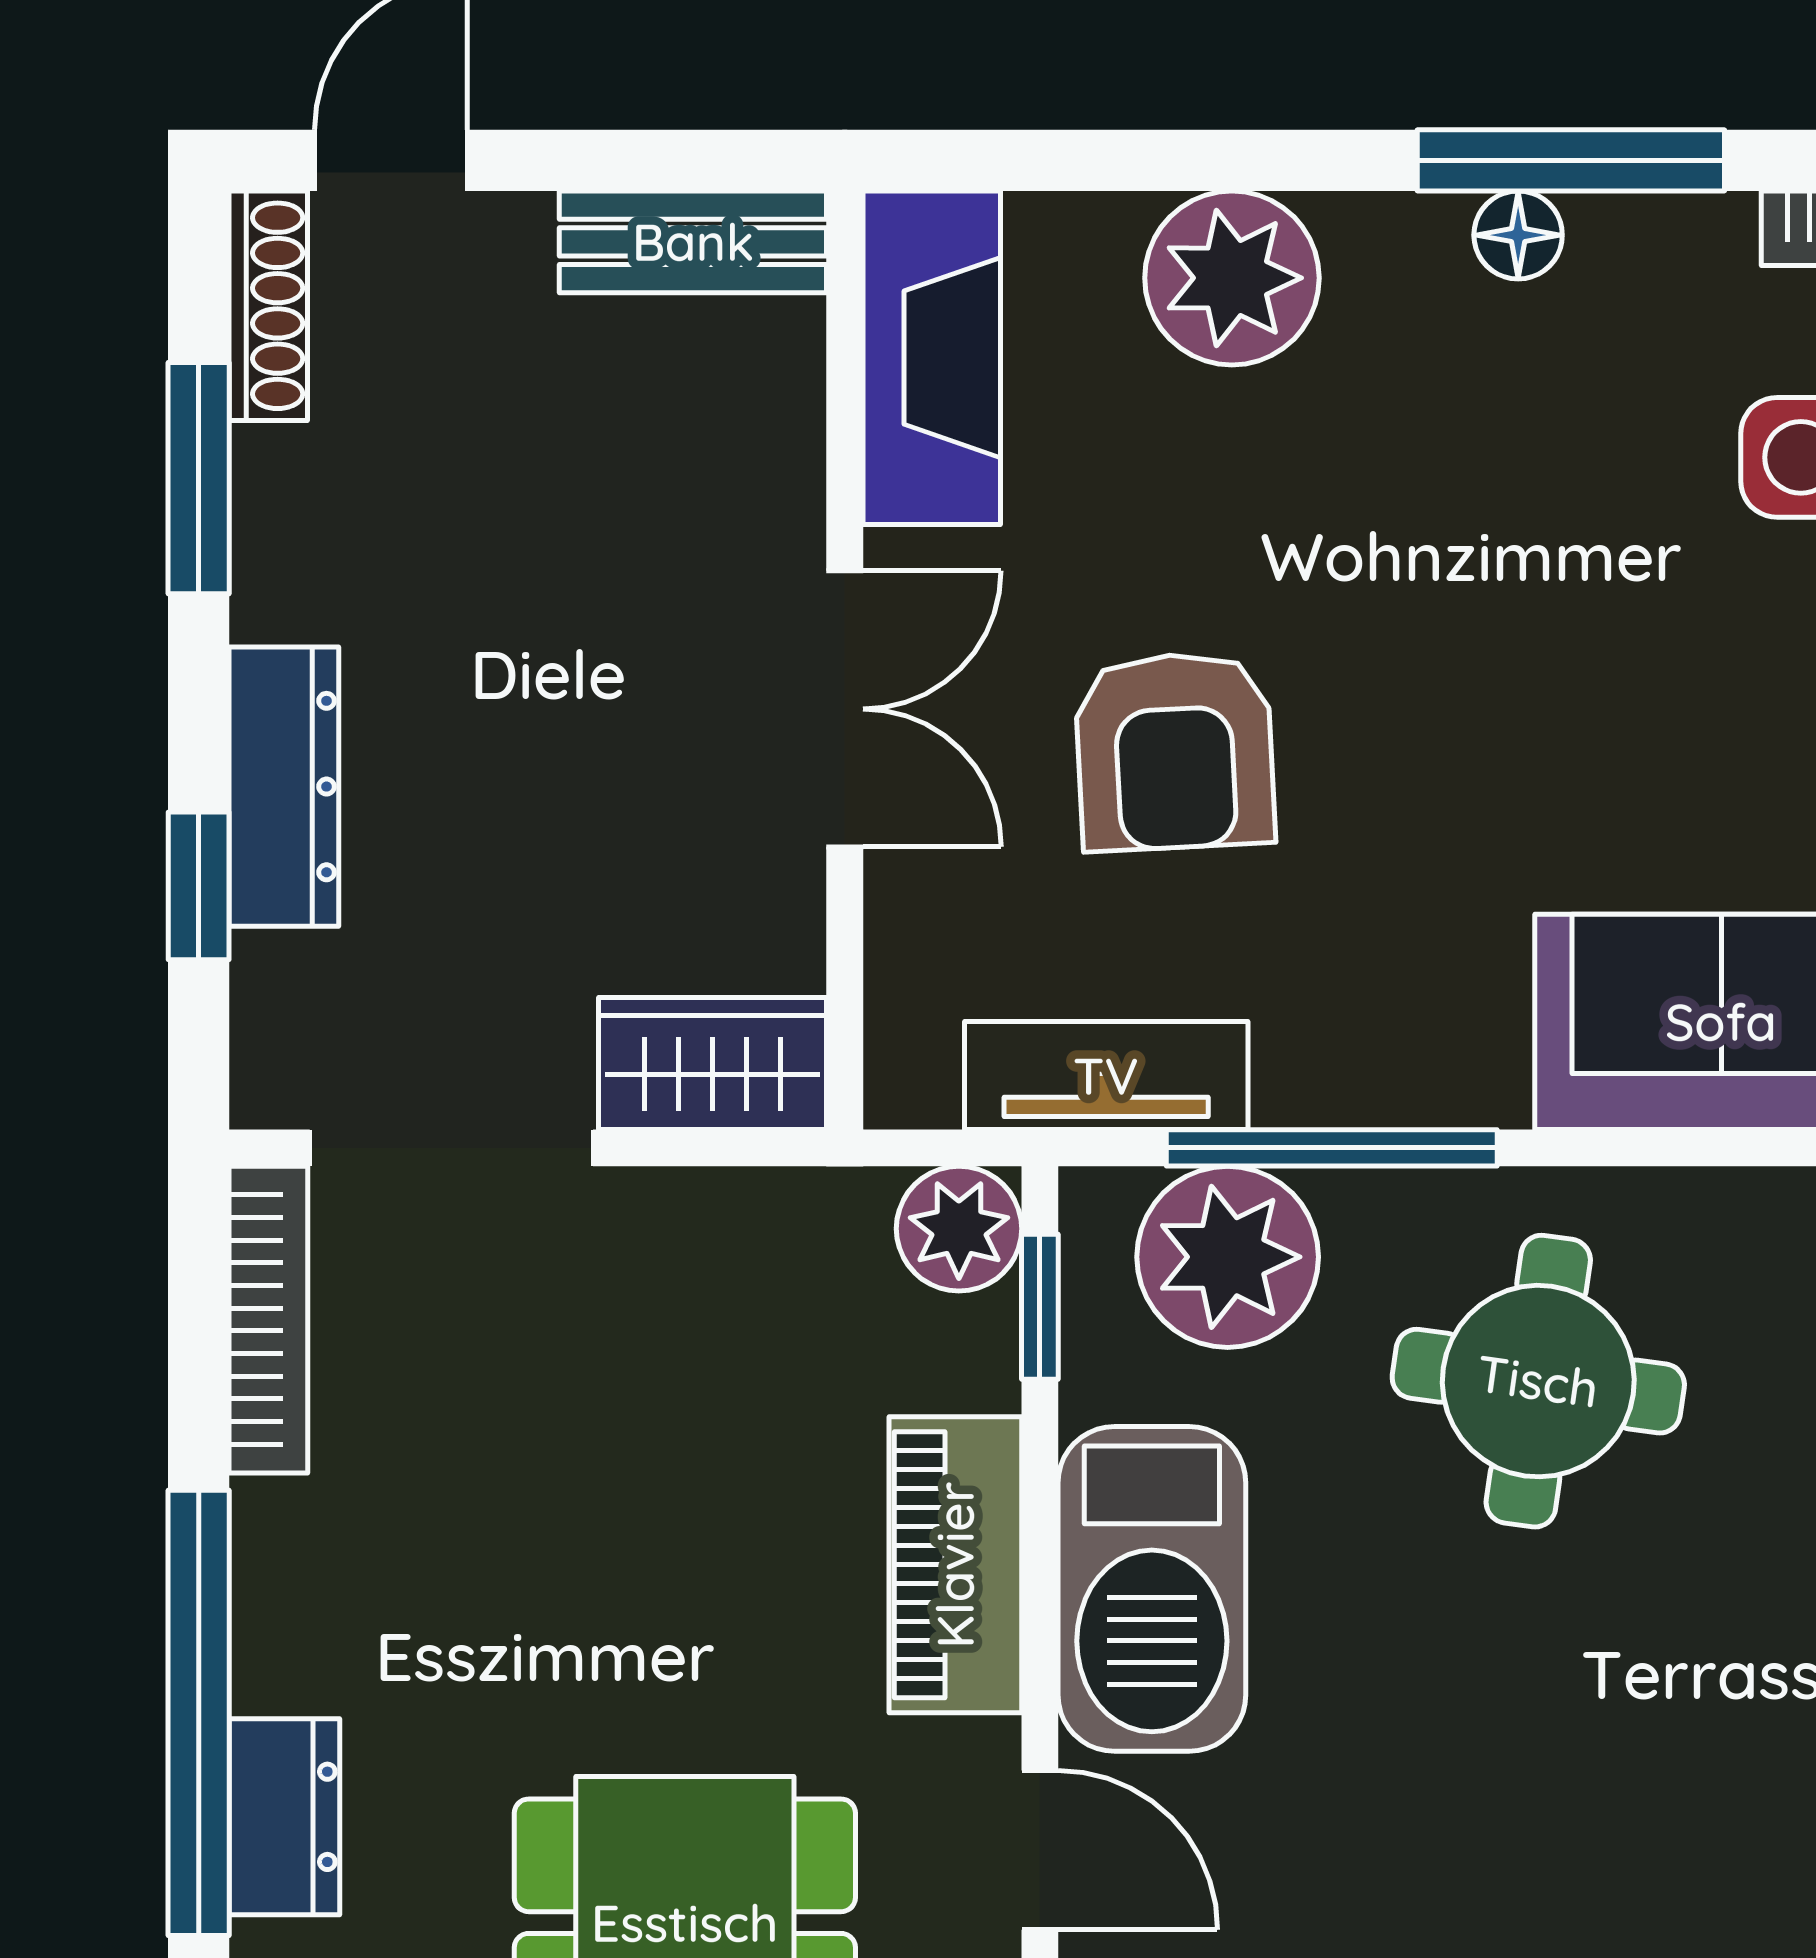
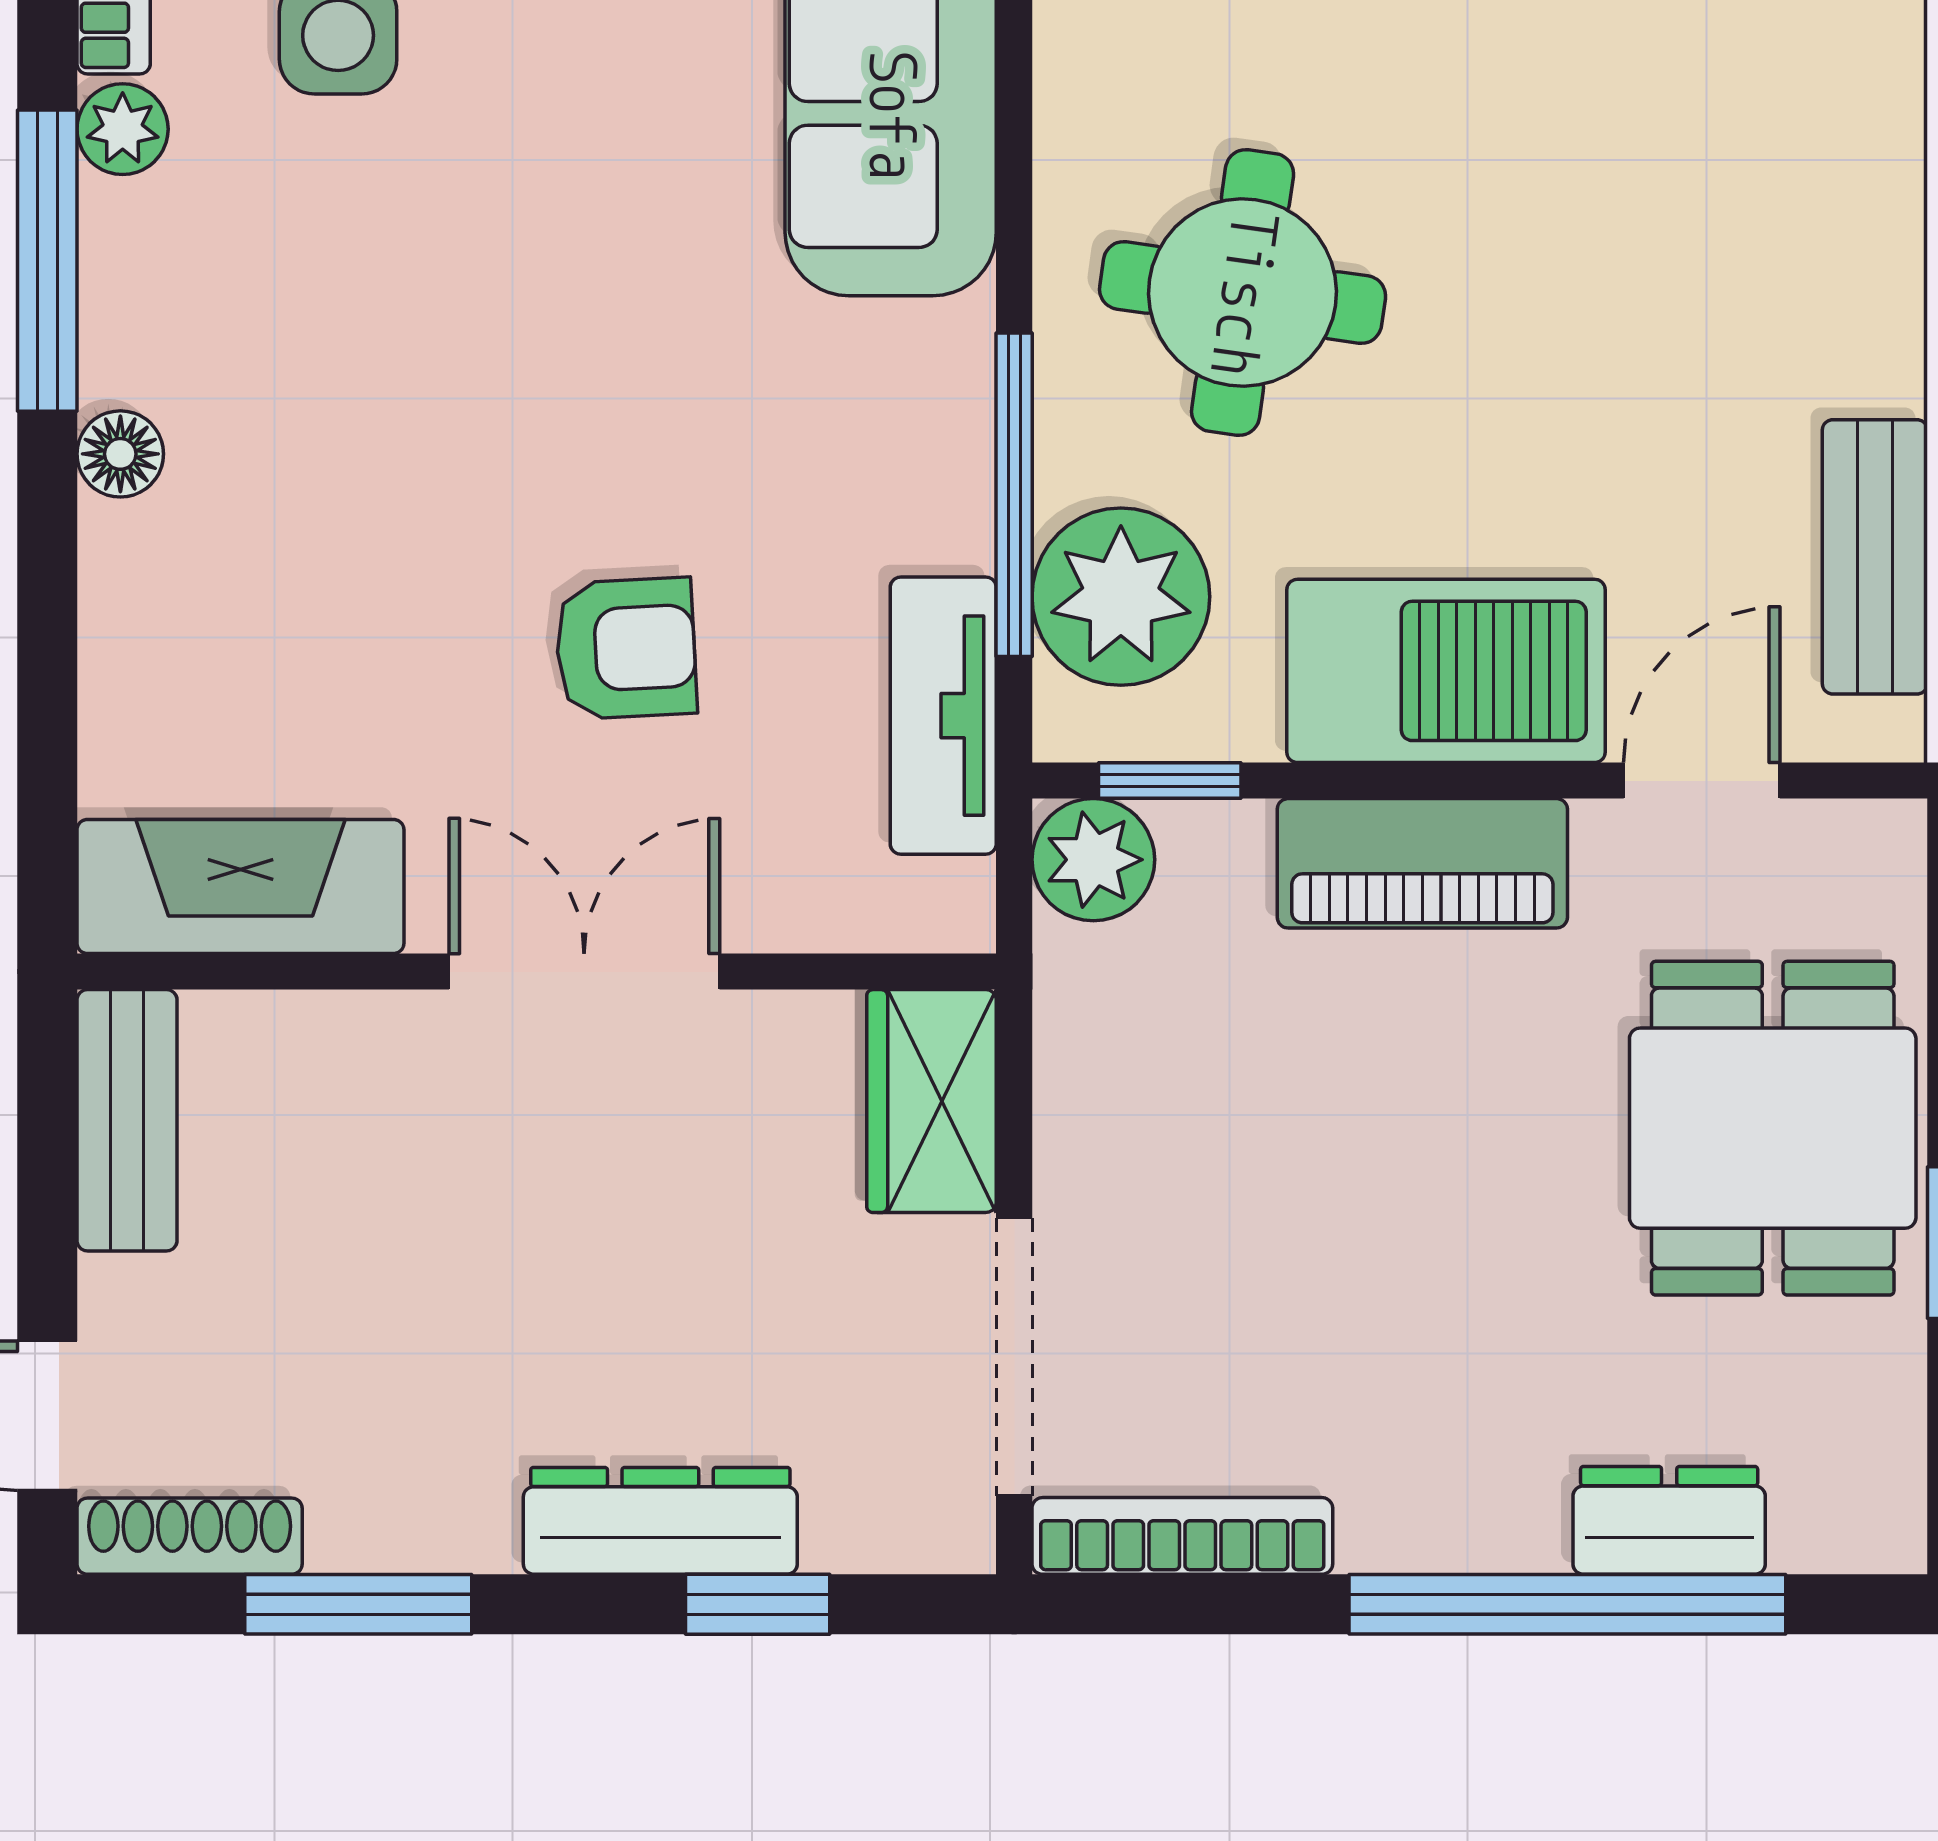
floor lamp: (1518, 235) -> (120, 454), moved
plant: (1232, 278) -> (123, 129), moved, width x0.53, depth x0.53
armchair: (1175, 751) -> (626, 648), width x0.72, depth x0.72

